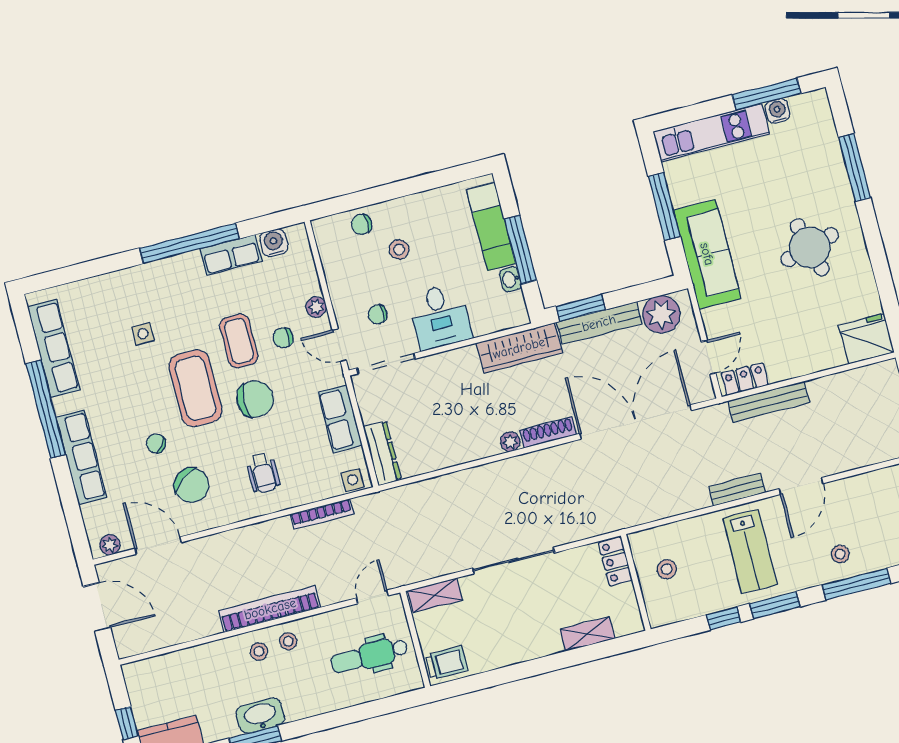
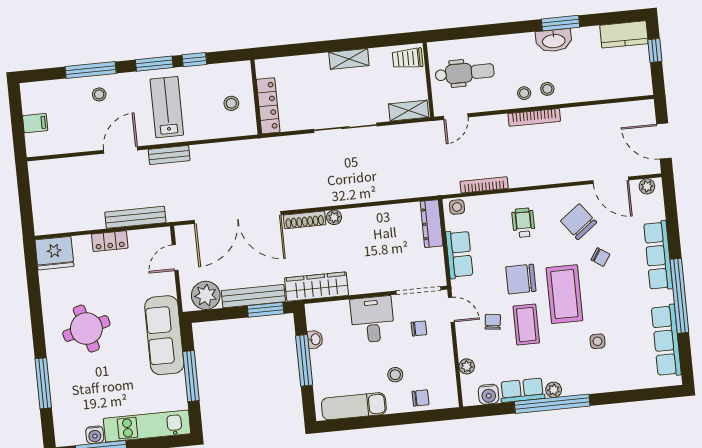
exam couch: (491, 227) -> (354, 406), moved, turned -90
plant: (190, 262) -> (554, 390), added
plant: (316, 307) -> (467, 366), moved
chair: (283, 338) -> (493, 322), turned -83
locker: (745, 379) -> (110, 241), moved
locker: (615, 561) -> (268, 106), width x1.53
bookcase: (270, 609) -> (534, 117), width x0.68, depth x0.76
shelving: (587, 634) -> (349, 59), moved

